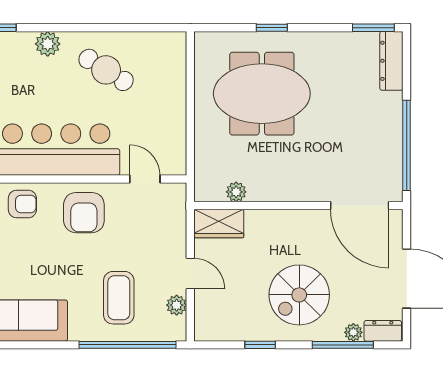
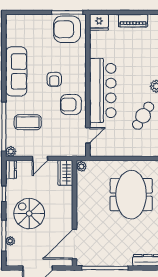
plant: (236, 192) -> (81, 166), moved
armchair: (22, 204) -> (54, 79), moved
plant: (177, 305) -> (11, 151), moved
dresser: (383, 331) -> (11, 170), moved

